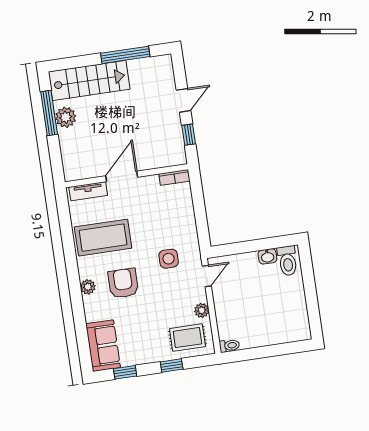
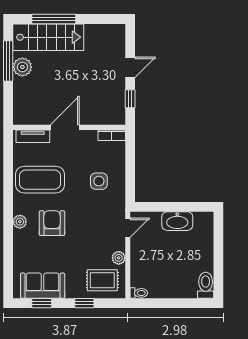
window: (125, 55) -> (54, 19), moved
washbasin: (267, 256) -> (177, 221), width x1.91, depth x1.45
side table: (169, 259) -> (99, 181), moved
toilet: (287, 261) -> (206, 285), moved, turned 180
sofa: (103, 346) -> (43, 286), moved, turned -90

